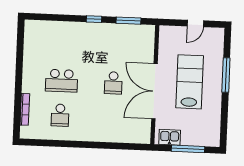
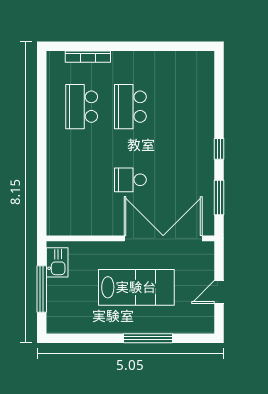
door: (195, 23) -> (219, 292), hinge flipped
double door: (155, 91) -> (163, 238), moved
school desk: (60, 115) -> (82, 107), width x1.85

